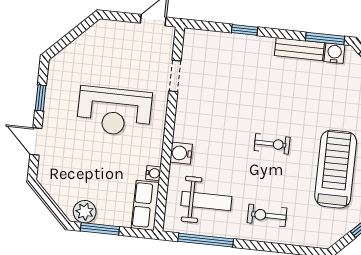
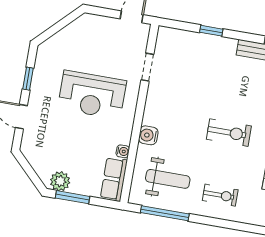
exercise bike: (272, 144) -> (229, 133), width x1.38, depth x1.39
exercise bike: (267, 215) -> (220, 195), turned 180

